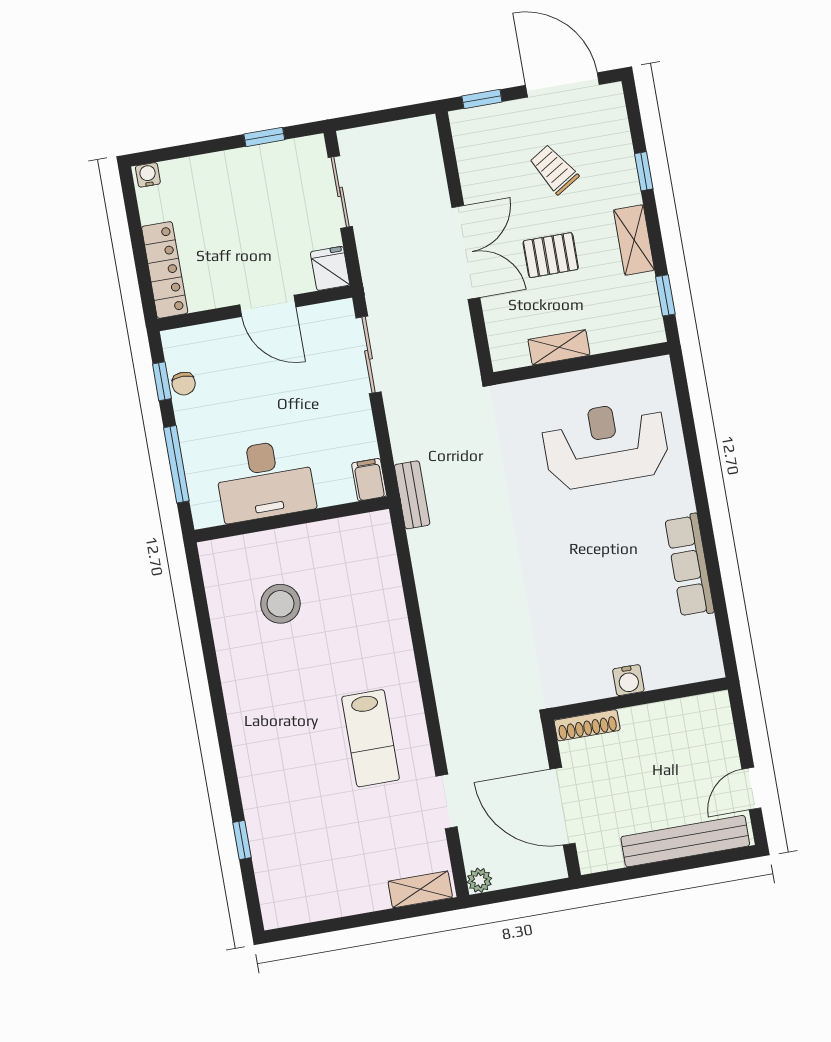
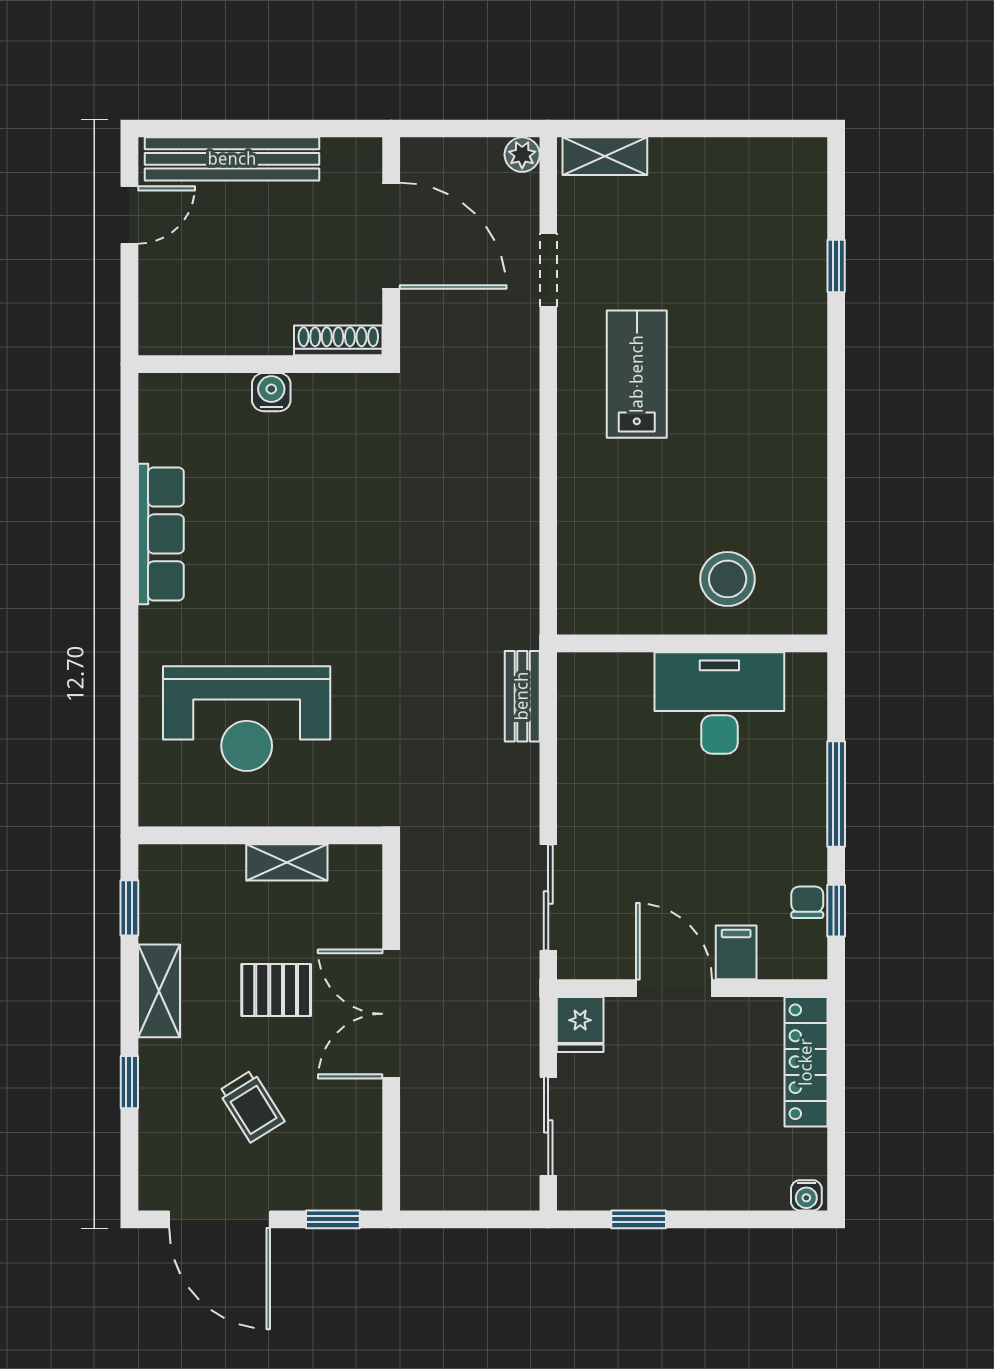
desk: (265, 480) -> (719, 703), moved
filing cabinet: (369, 480) -> (736, 952), moved, turned 180
wall: (292, 519) -> (692, 643), moved

